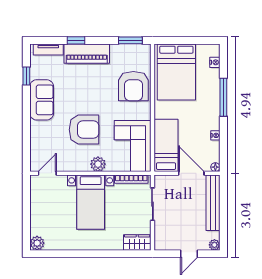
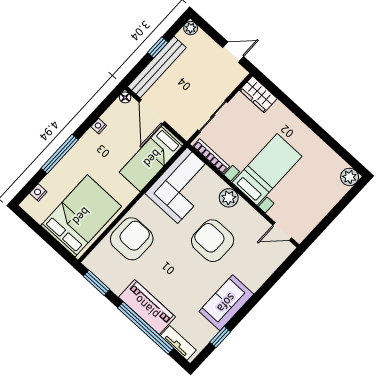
window: (76, 40) -> (146, 328), width x3.17
window: (223, 215) -> (158, 47), added
door: (189, 254) -> (233, 52), moved

